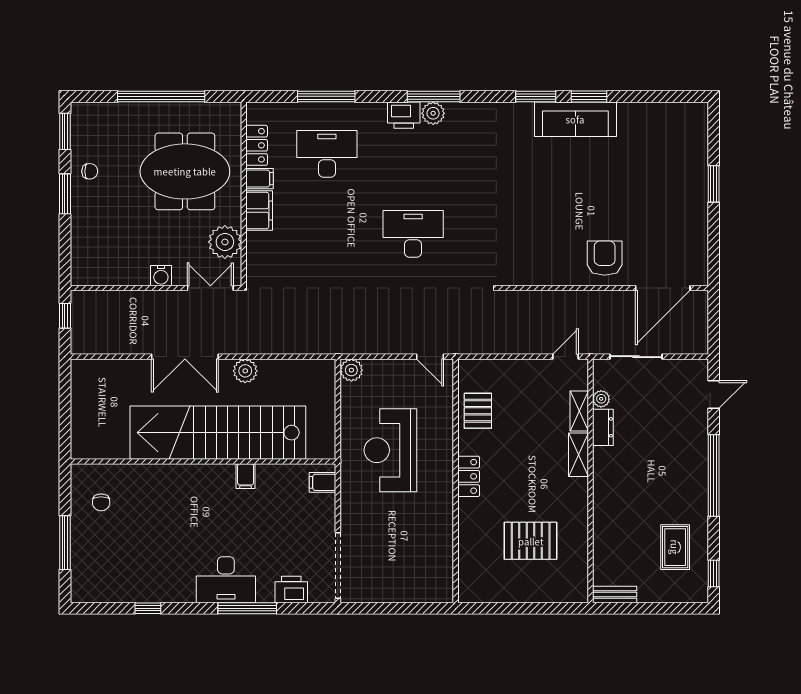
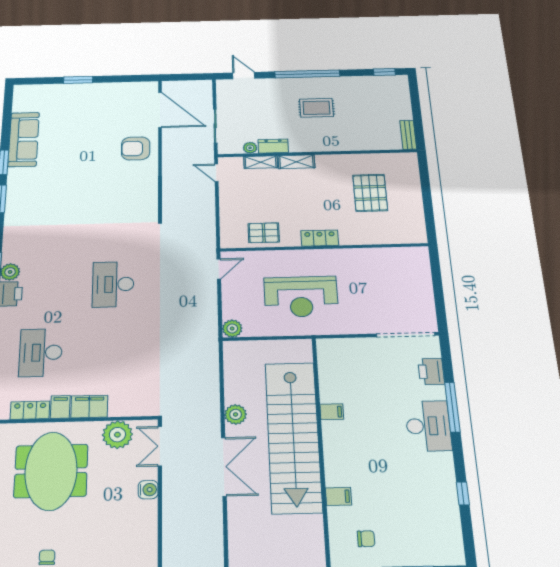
sofa: (575, 119) -> (24, 139), moved
filing cabinet: (323, 482) -> (338, 496), moved, turned -90
rug: (675, 547) -> (317, 108), moved

